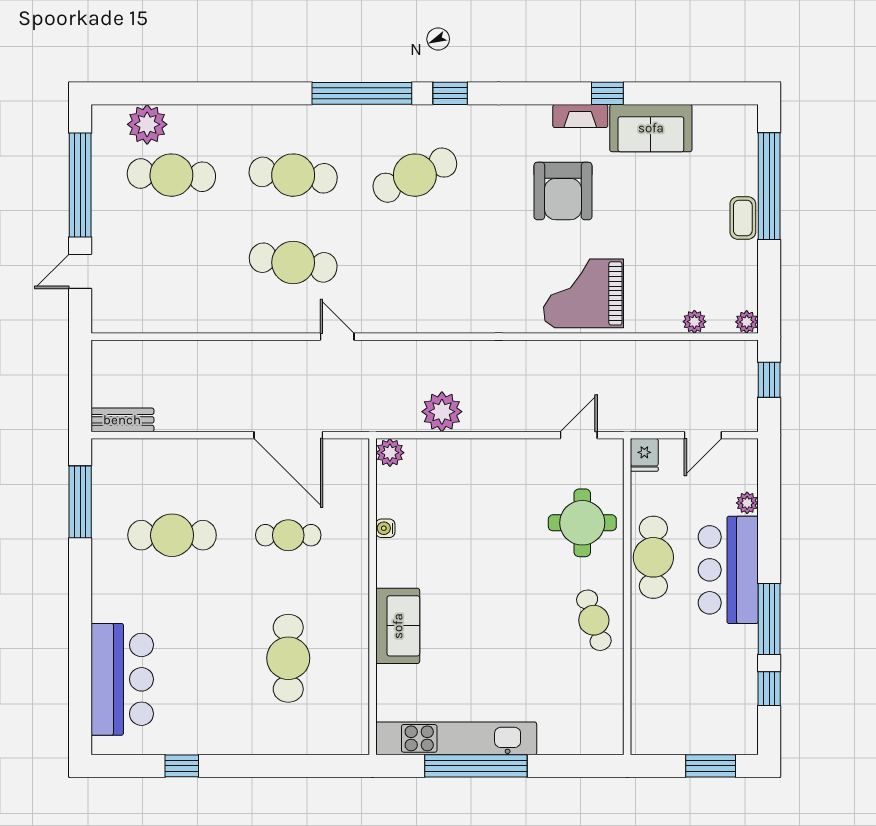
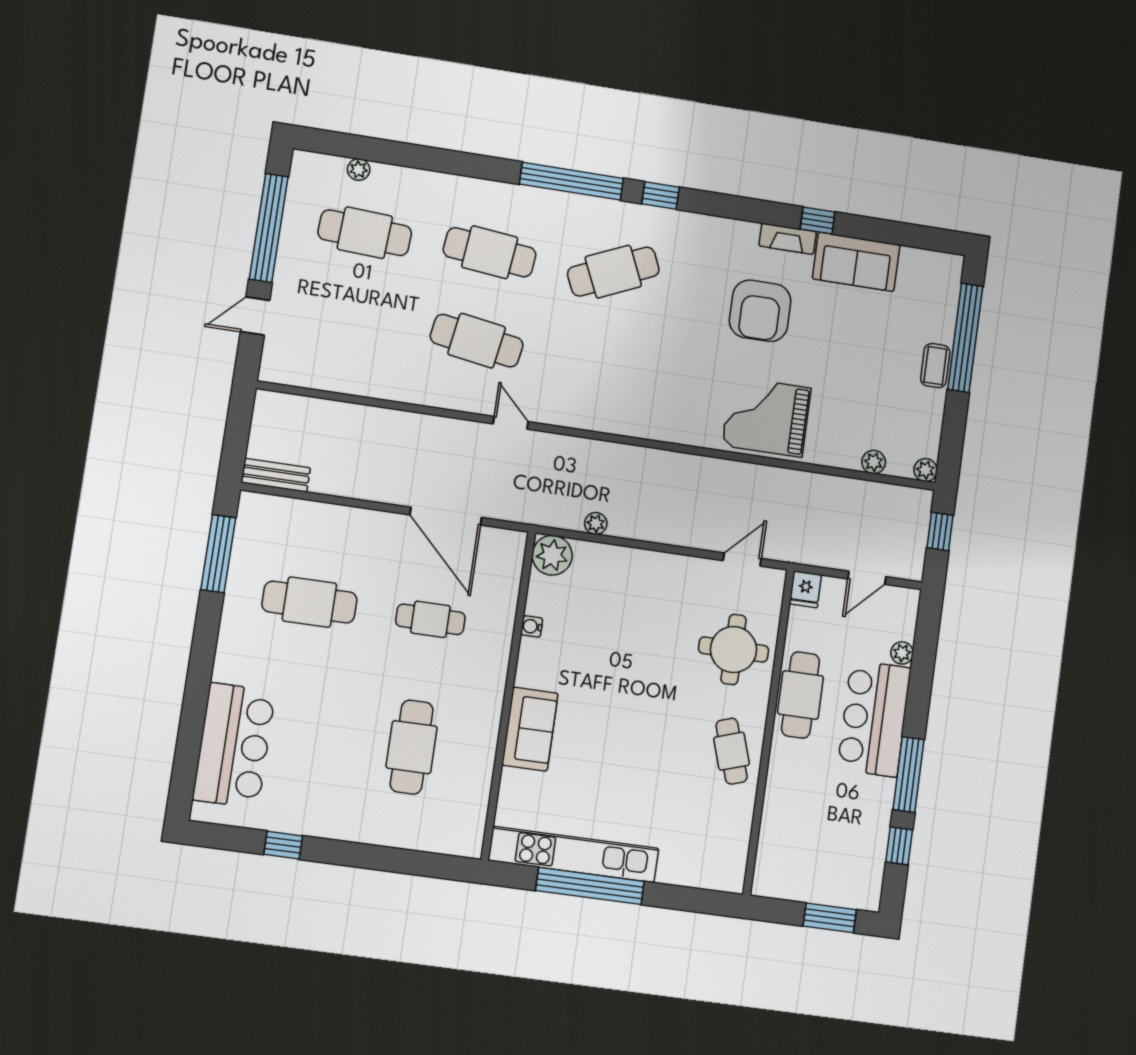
plant: (147, 124) -> (359, 170), width x0.53, depth x0.53
plant: (442, 412) -> (596, 523), width x0.53, depth x0.53
plant: (390, 453) -> (552, 555), width x1.36, depth x1.36

